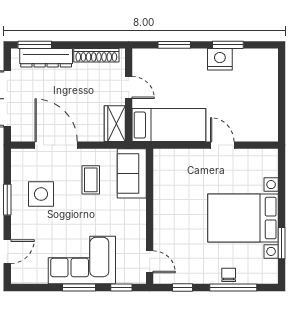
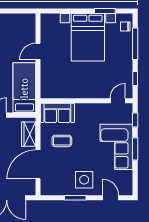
wardrobe: (115, 124) -> (29, 134), moved, turned 90
side table: (41, 194) -> (84, 180), moved
chair: (229, 275) -> (125, 26), moved

